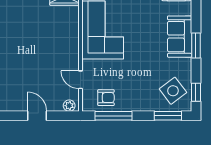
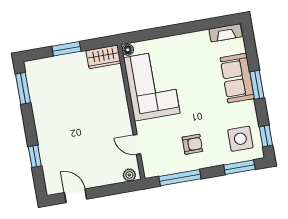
side table: (173, 91) -> (240, 139), turned 37
armchair: (106, 98) -> (192, 144), moved
door: (37, 116) -> (76, 196), moved

